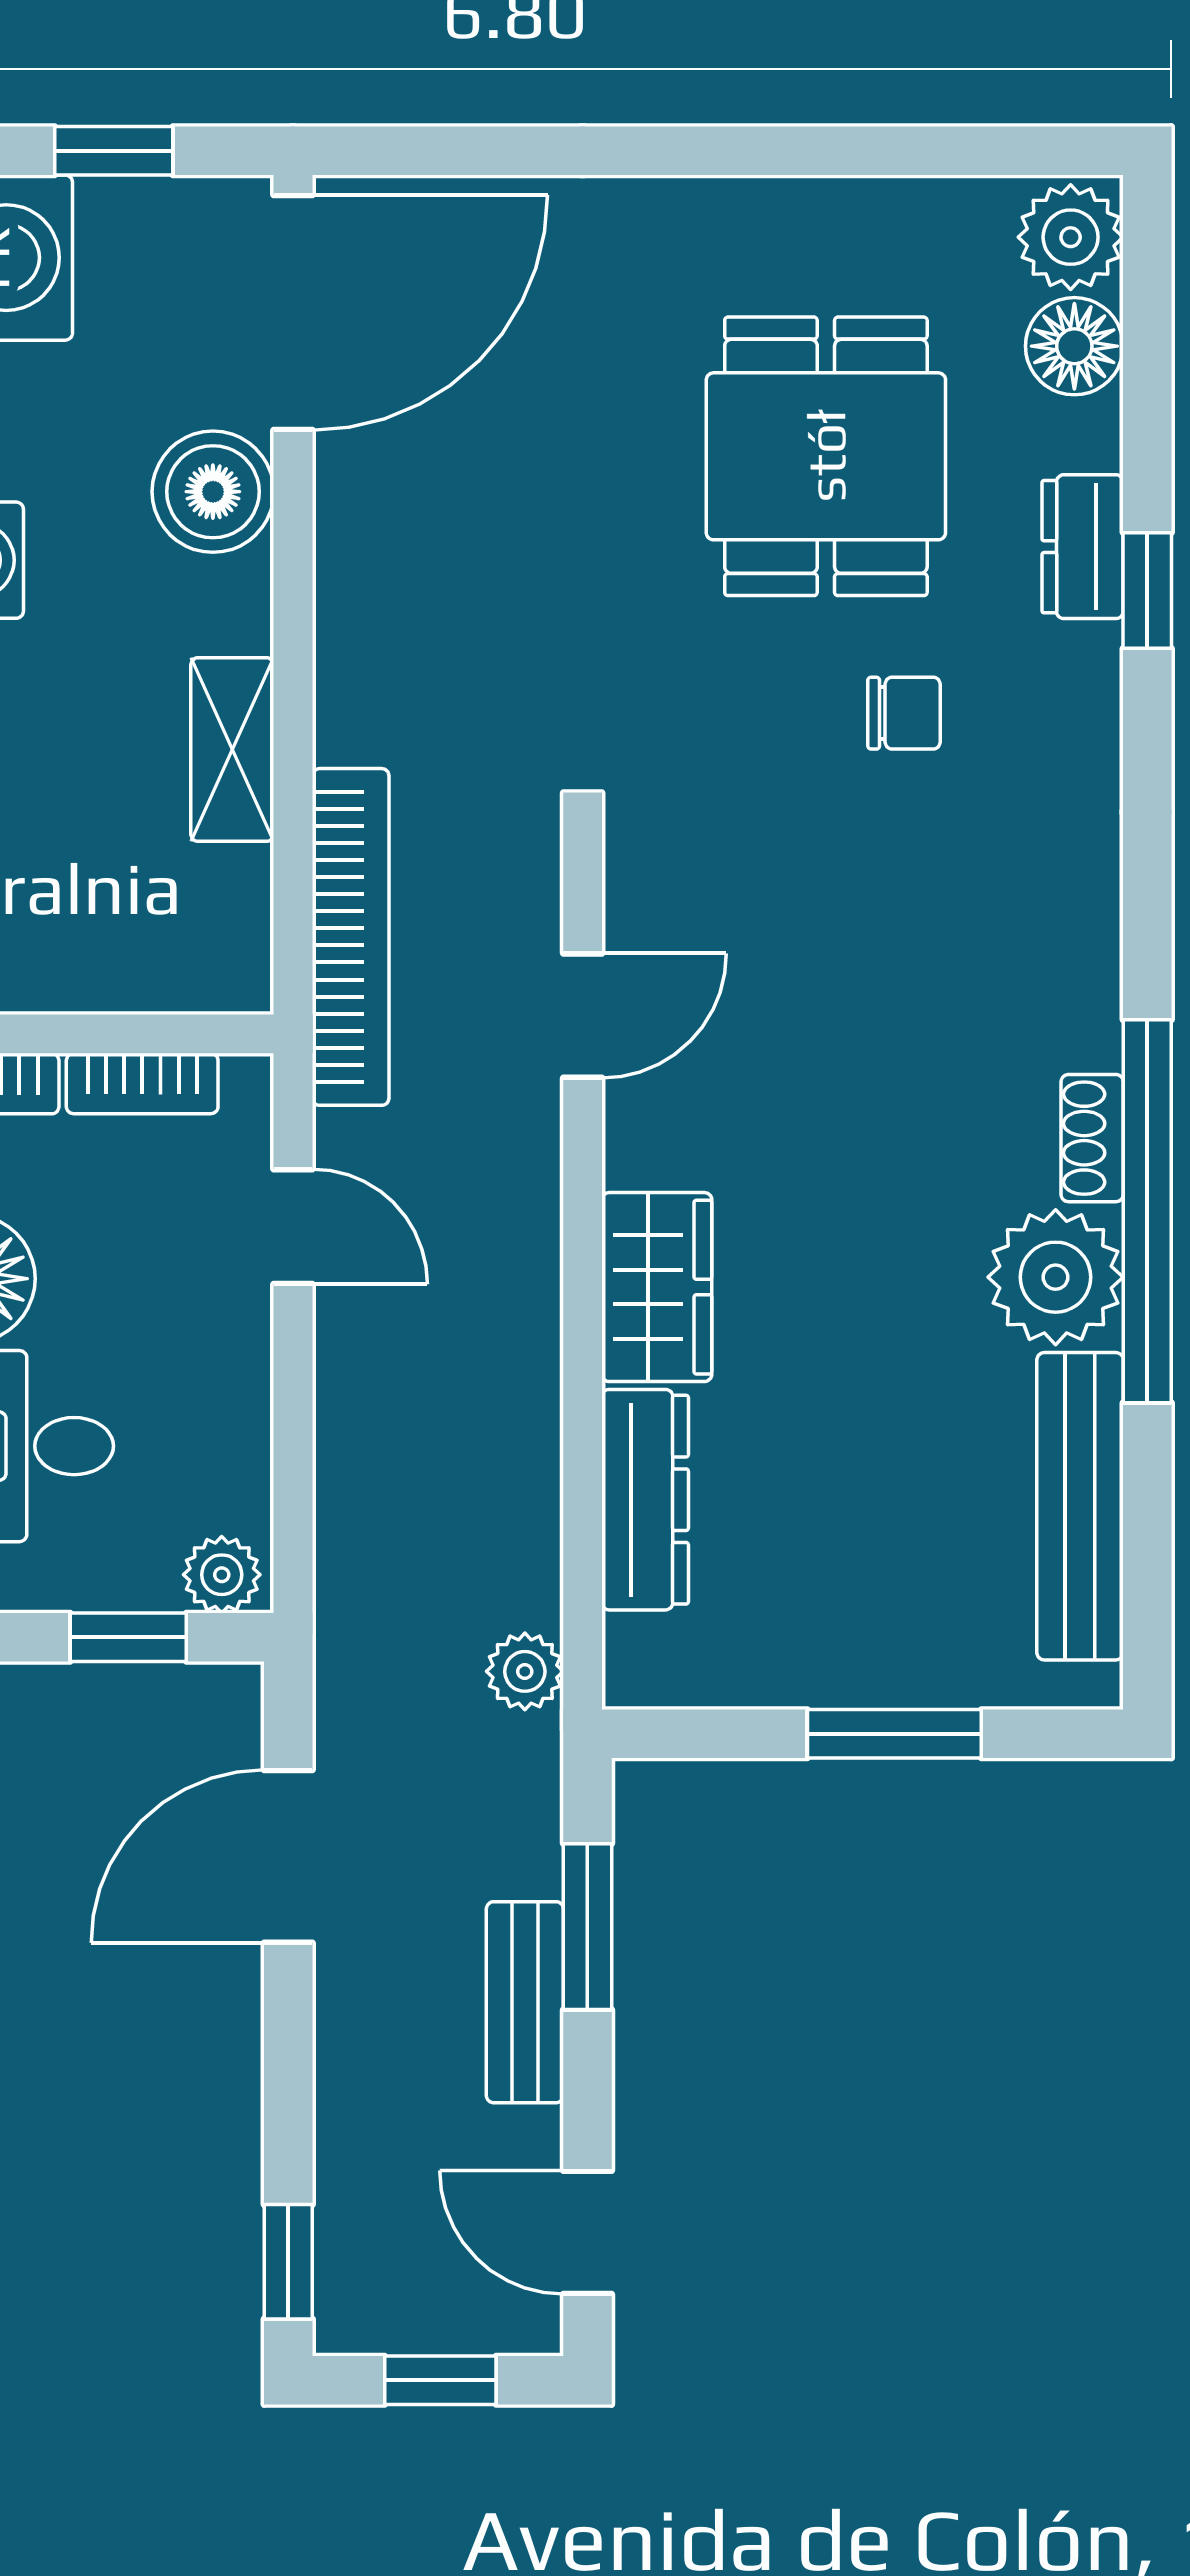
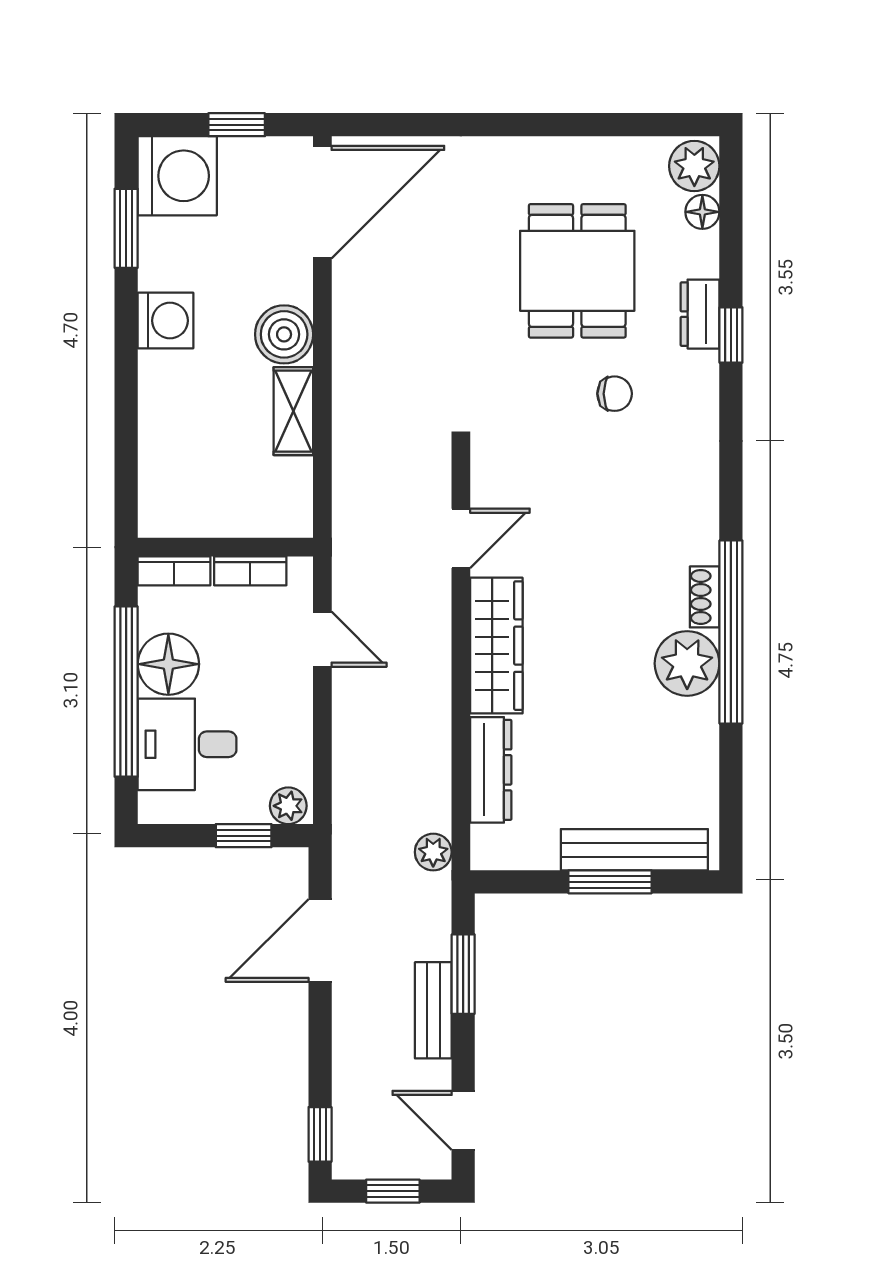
floor lamp: (1074, 346) -> (702, 212), width x0.73, depth x0.73
boiler: (213, 492) -> (284, 334), moved
bookcase: (351, 937) -> (350, 501), removed
wardrobe: (657, 1287) -> (496, 646), width x1.50
bench: (1080, 1506) -> (634, 850), moved, turned 90

